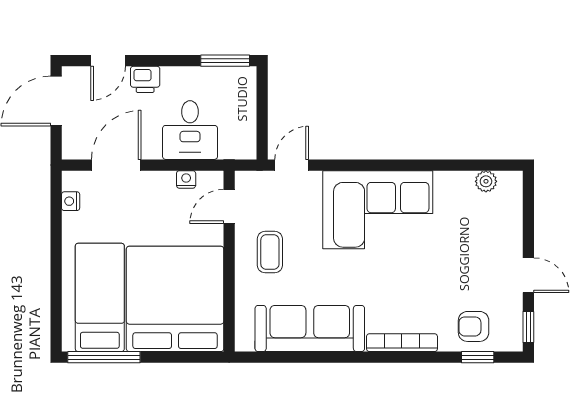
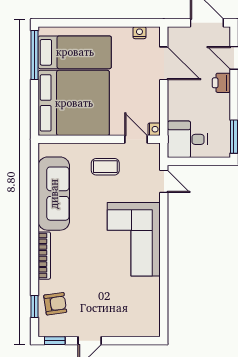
desk: (190, 130) -> (187, 139), moved
nightstand: (186, 179) -> (154, 129), moved
plant: (486, 181) -> (153, 312), removed
armchair: (474, 326) -> (55, 304), turned 82

